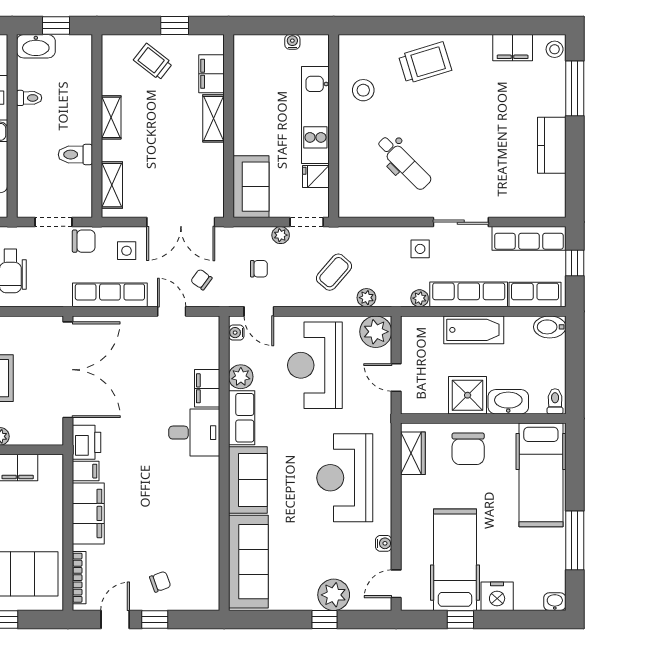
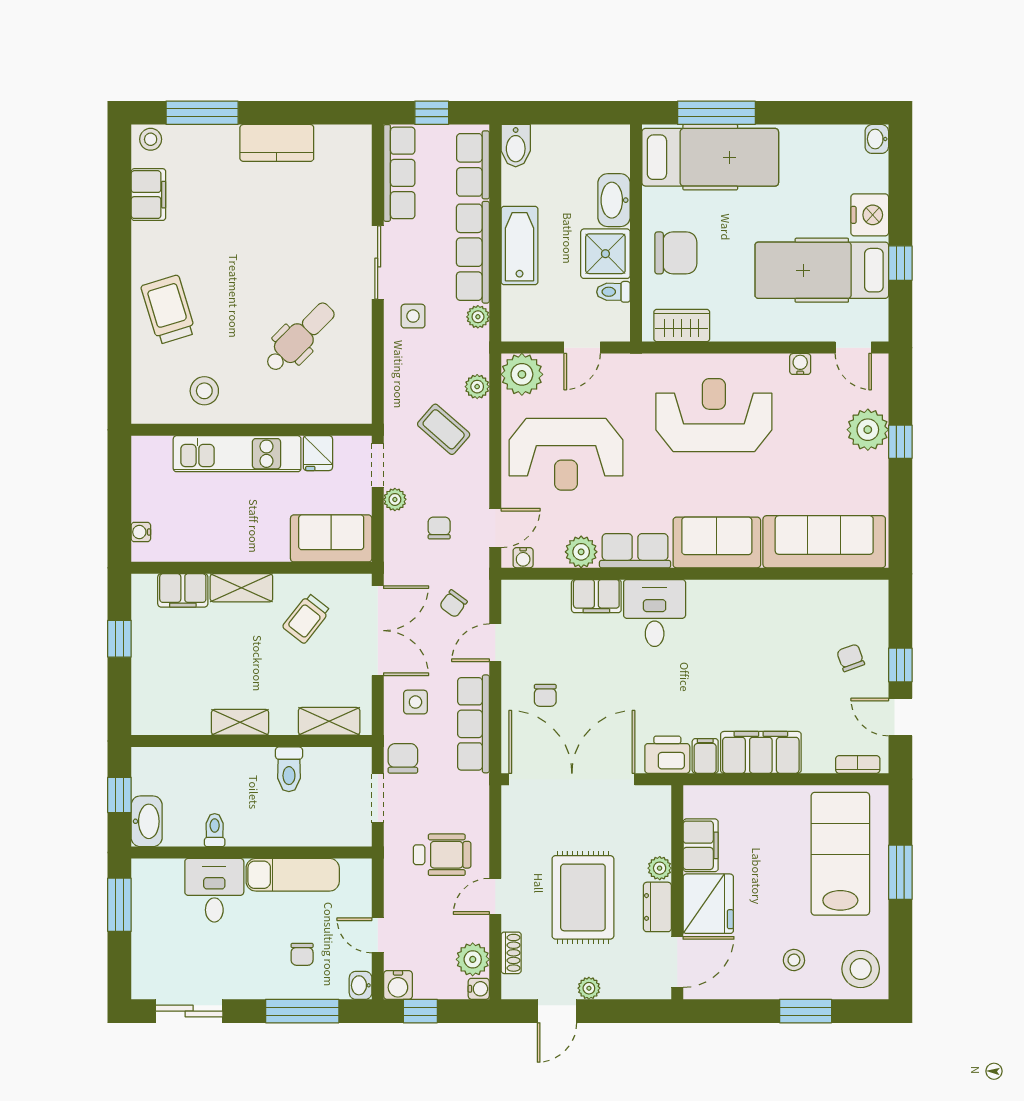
water cooler: (292, 42) -> (141, 532), moved
trolley: (153, 62) -> (306, 619), moved
chair: (132, 349) -> (545, 695), added
toilet: (555, 401) -> (613, 292), moved
reception desk: (345, 478) -> (714, 415), turned 180
window: (575, 540) -> (716, 113), moved
bookcase: (79, 578) -> (858, 764), width x0.64

